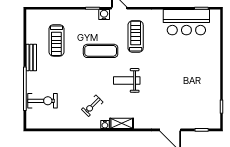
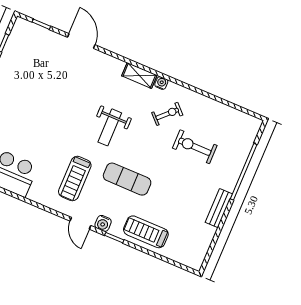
treadmill: (56, 40) -> (146, 232), moved, turned -90
weight bench: (127, 80) -> (110, 127), turned 90
exercise bike: (43, 101) -> (195, 147), moved

